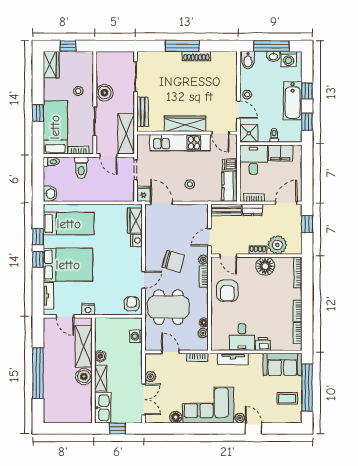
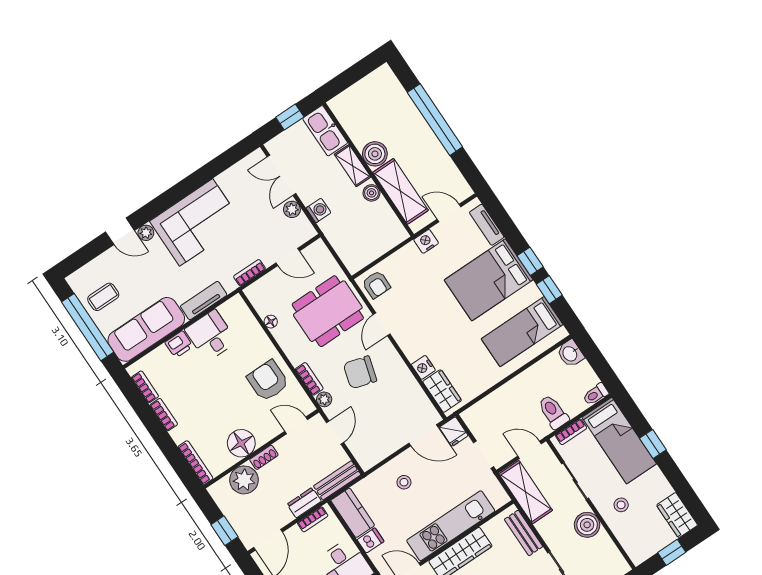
plant: (203, 333) -> (263, 308), removed
washing machine: (136, 336) -> (318, 210), moved
sofa: (282, 364) -> (146, 329), width x1.36
floor lamp: (176, 417) -> (226, 180), removed

